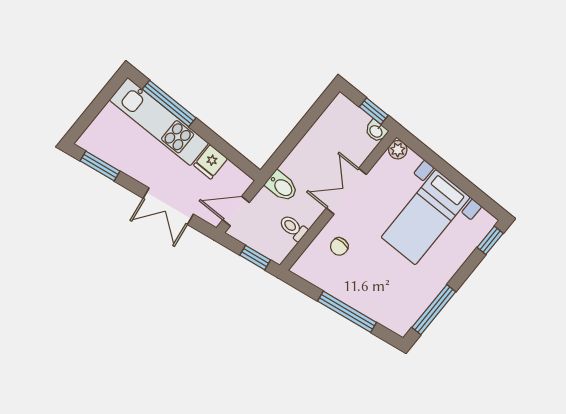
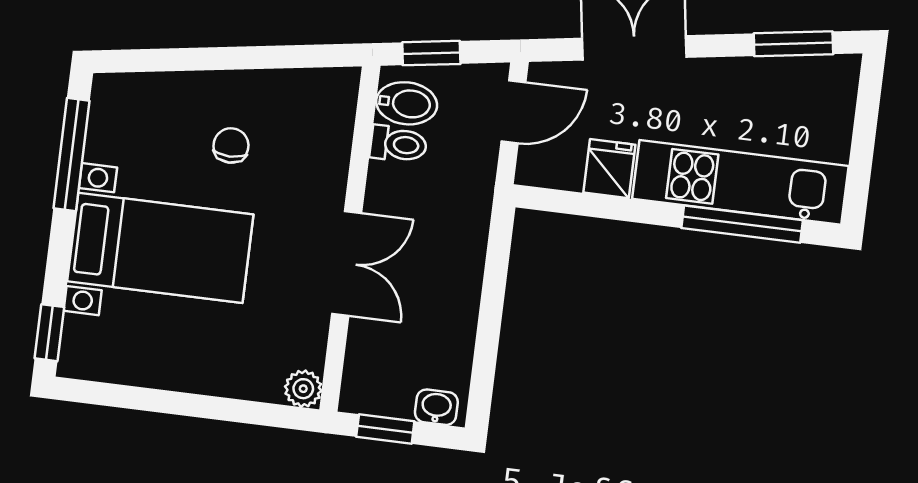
washbasin: (376, 131) -> (436, 407), moved
bidet: (282, 186) -> (407, 103), moved, turned 180
bed with nightstands: (426, 217) -> (160, 248), moved, turned 90
chair: (339, 246) -> (231, 145), moved
window: (347, 312) -> (217, 59), removed

